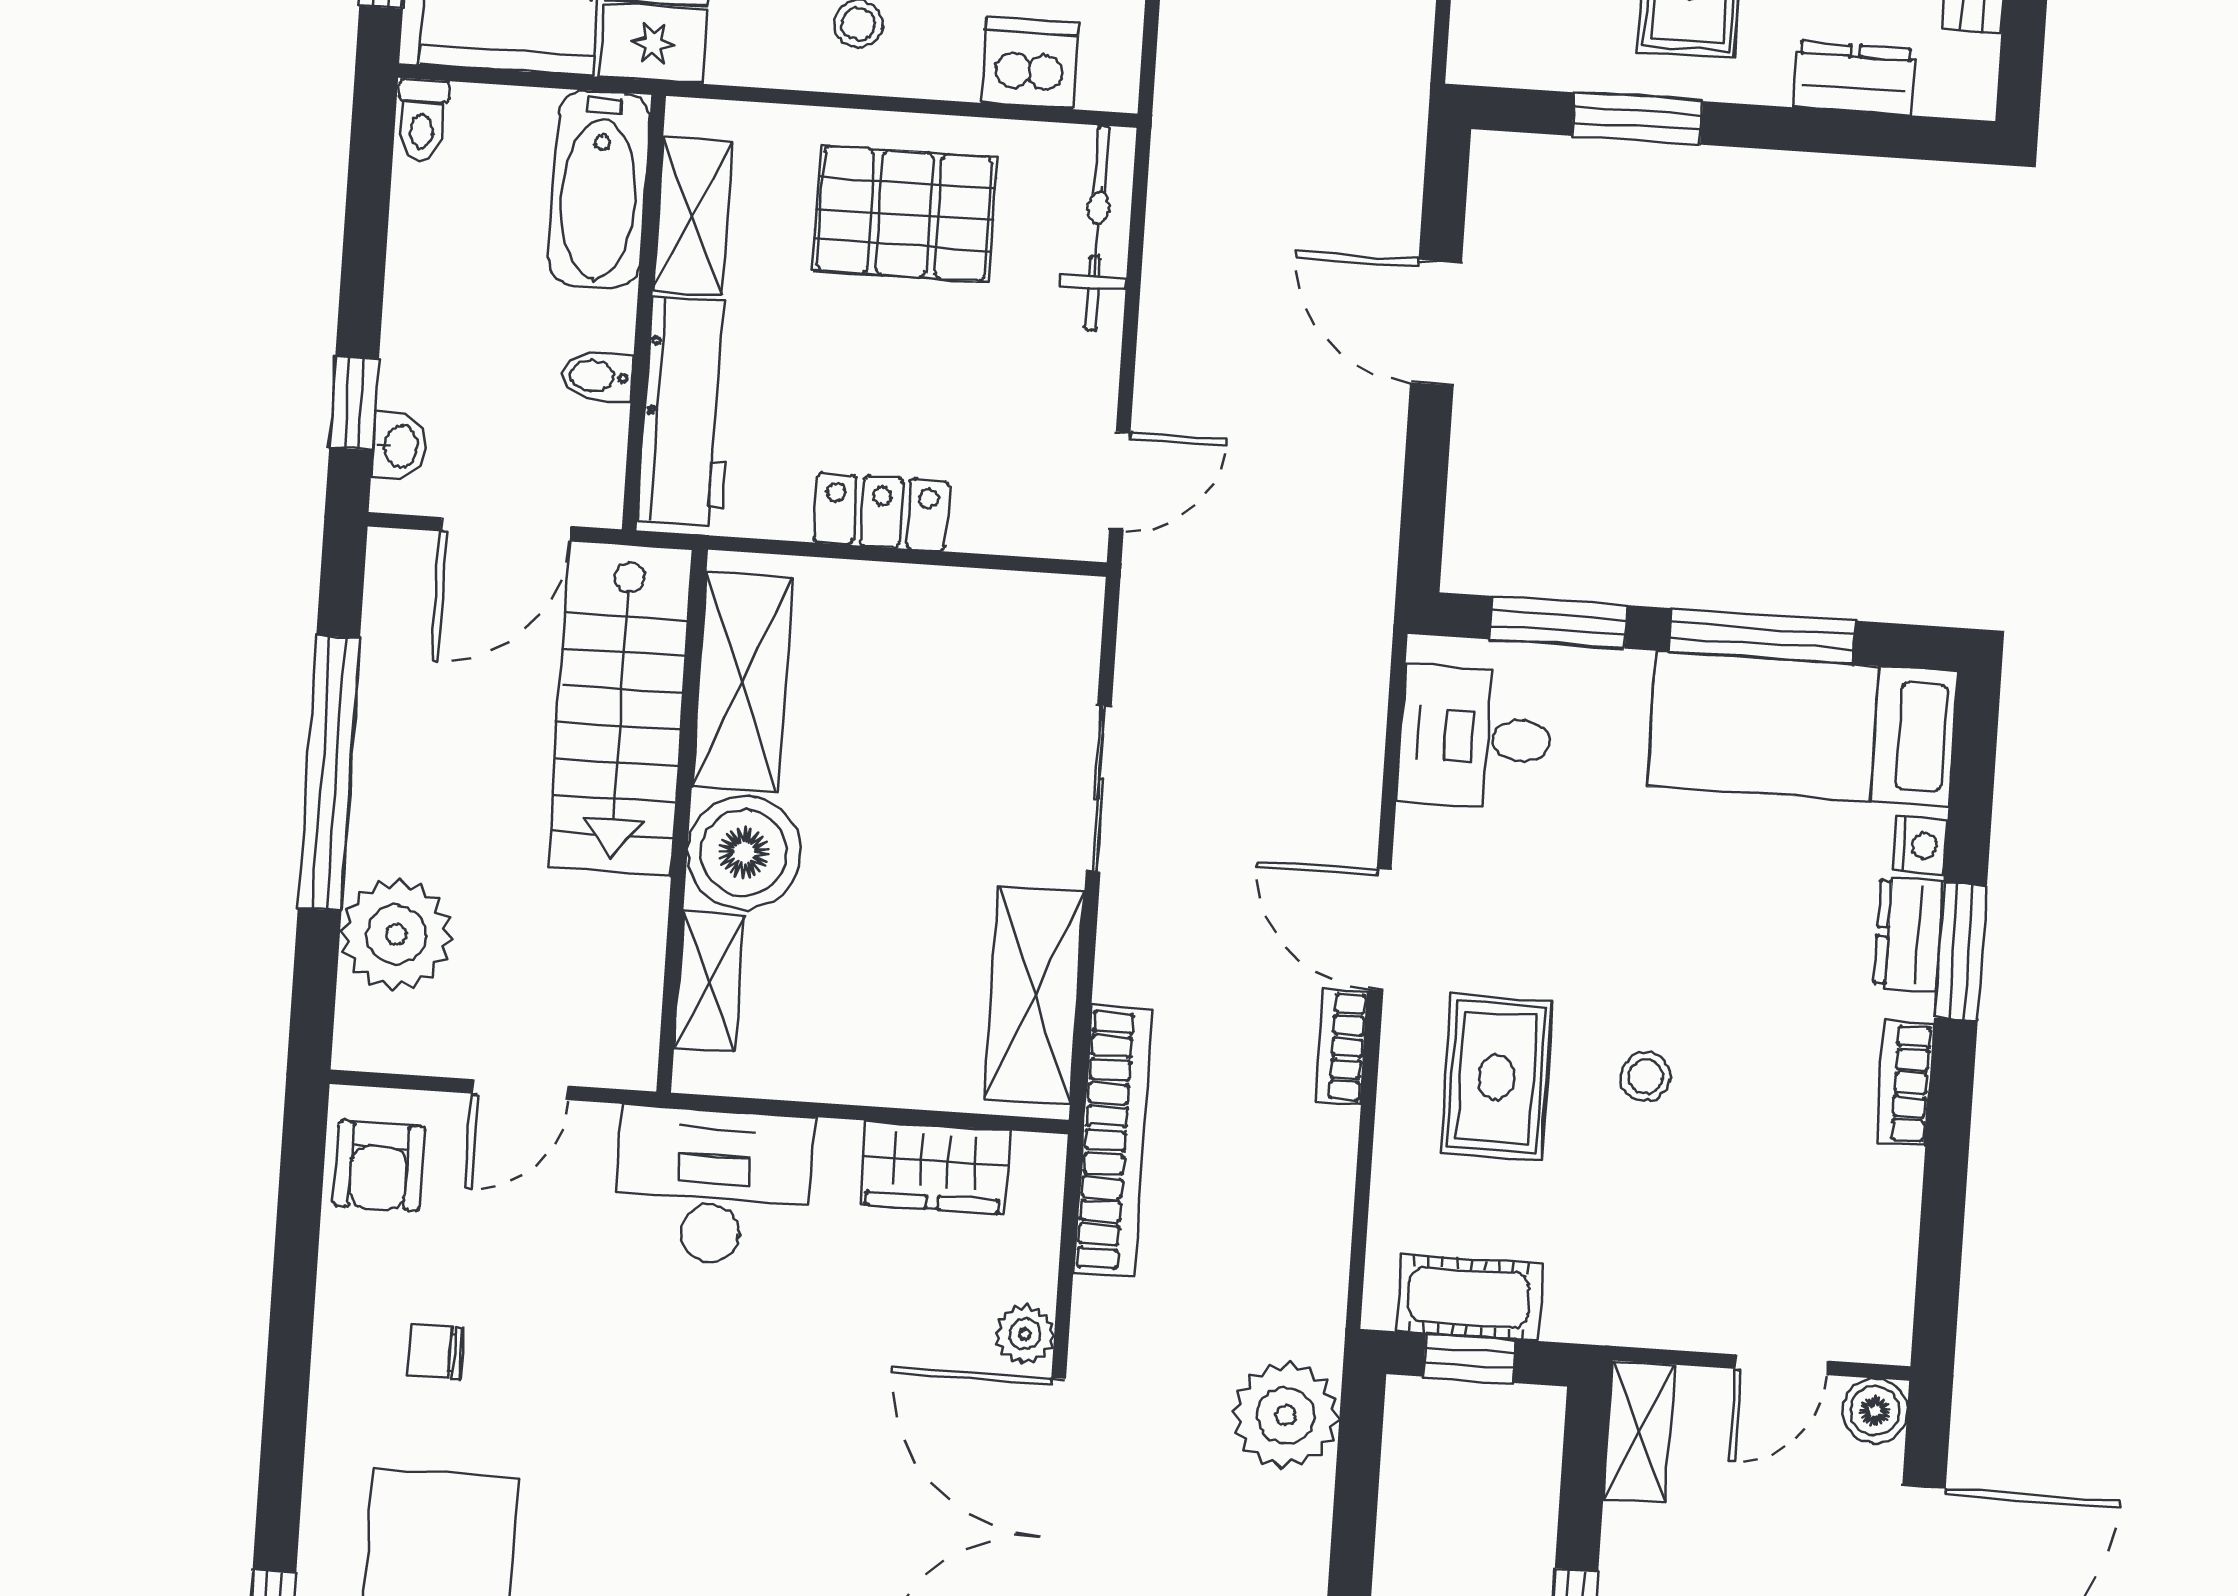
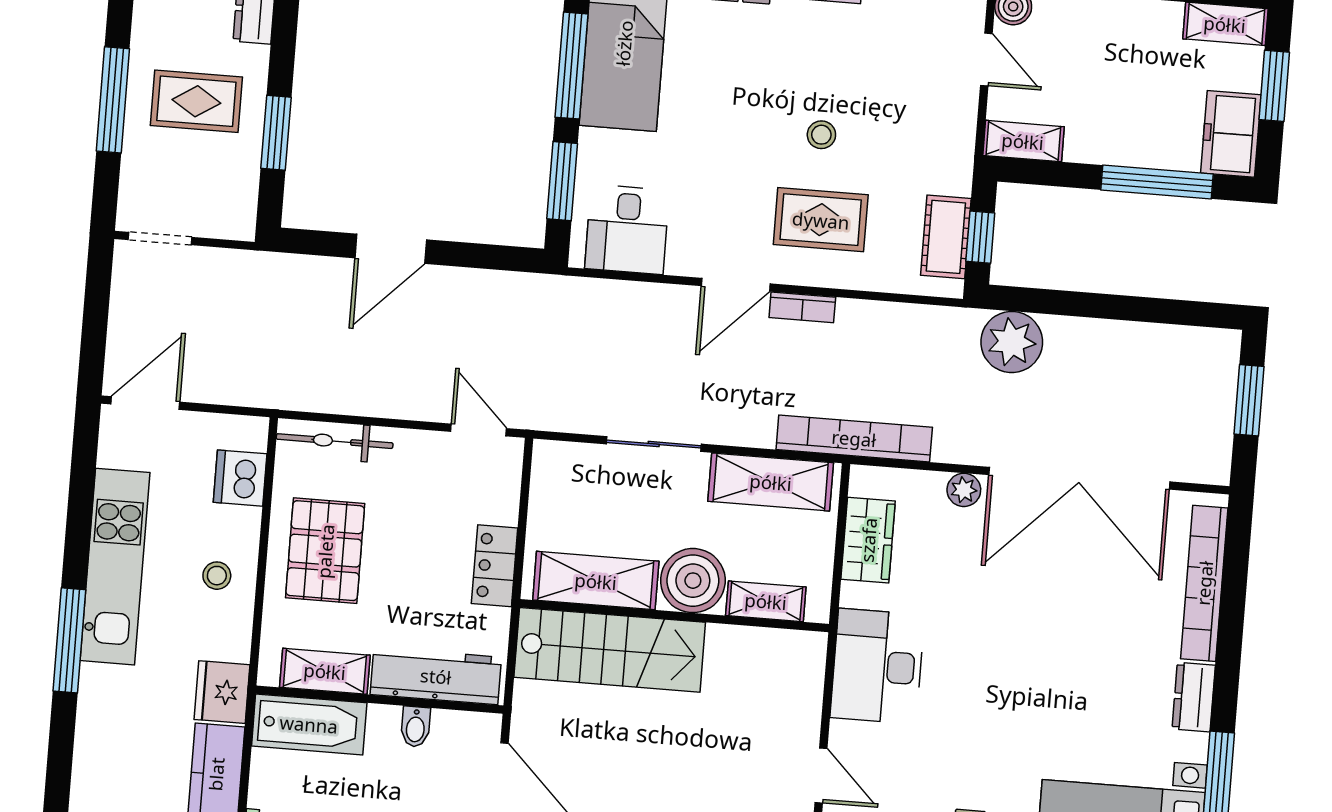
shelving: (742, 682) -> (596, 581), moved
stairs: (621, 708) -> (610, 650), moved
wall: (682, 821) -> (674, 616), moved
boiler: (744, 853) -> (693, 581), moved
shelving: (709, 981) -> (766, 601), moved

